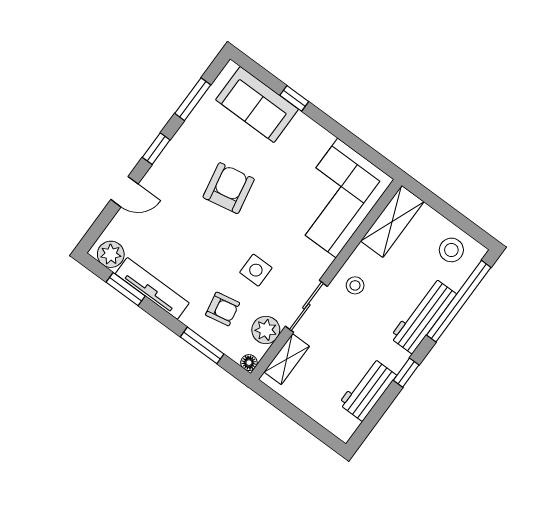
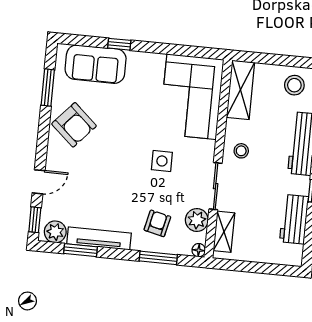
window: (156, 149) -> (35, 220), moved
armchair: (229, 188) -> (74, 125), moved, turned 143
side table: (256, 270) -> (162, 161), moved
armchair: (223, 309) -> (157, 223), turned -66

